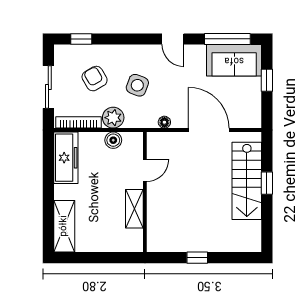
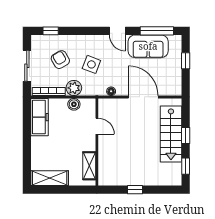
sofa: (234, 60) -> (148, 46), moved
door: (145, 170) -> (97, 126), hinge flipped
shelving: (134, 209) -> (89, 166), moved
window: (267, 225) -> (186, 166), added
shelving: (64, 226) -> (50, 178), moved, turned 90

